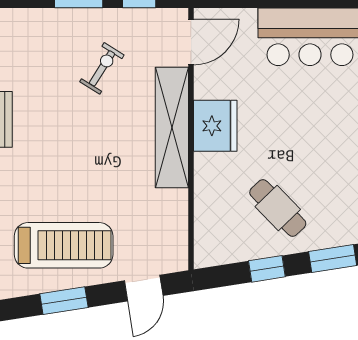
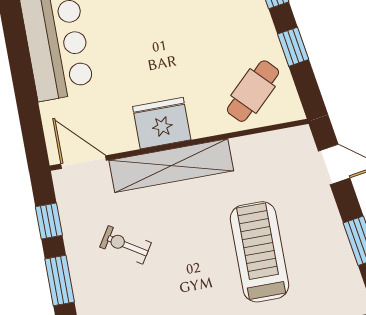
cafe table: (278, 208) -> (253, 91), moved
treadmill: (64, 245) -> (259, 252), moved

